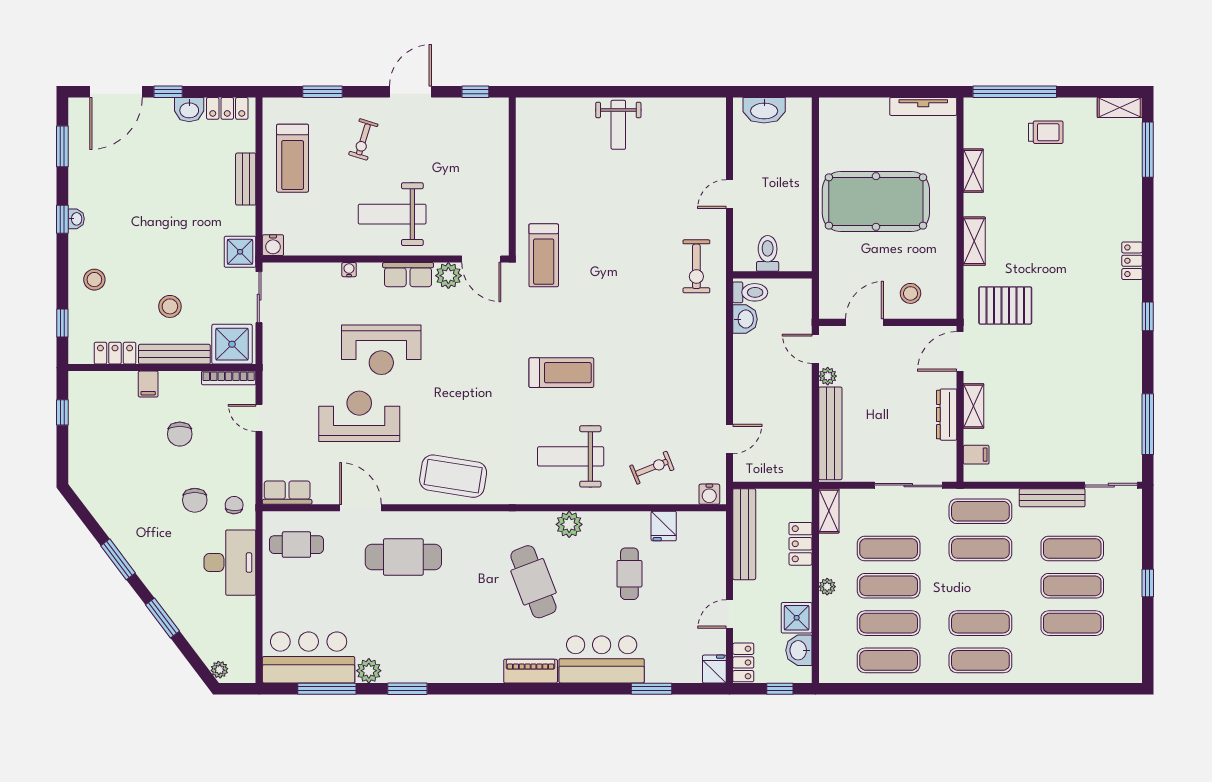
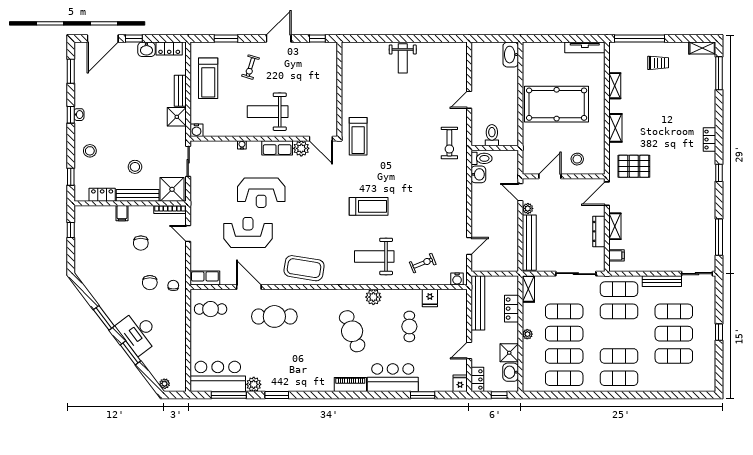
washbasin: (764, 110) -> (511, 55), moved, turned 90
shower: (240, 252) -> (177, 117), moved
desk: (230, 563) -> (138, 332), moved, turned 143

